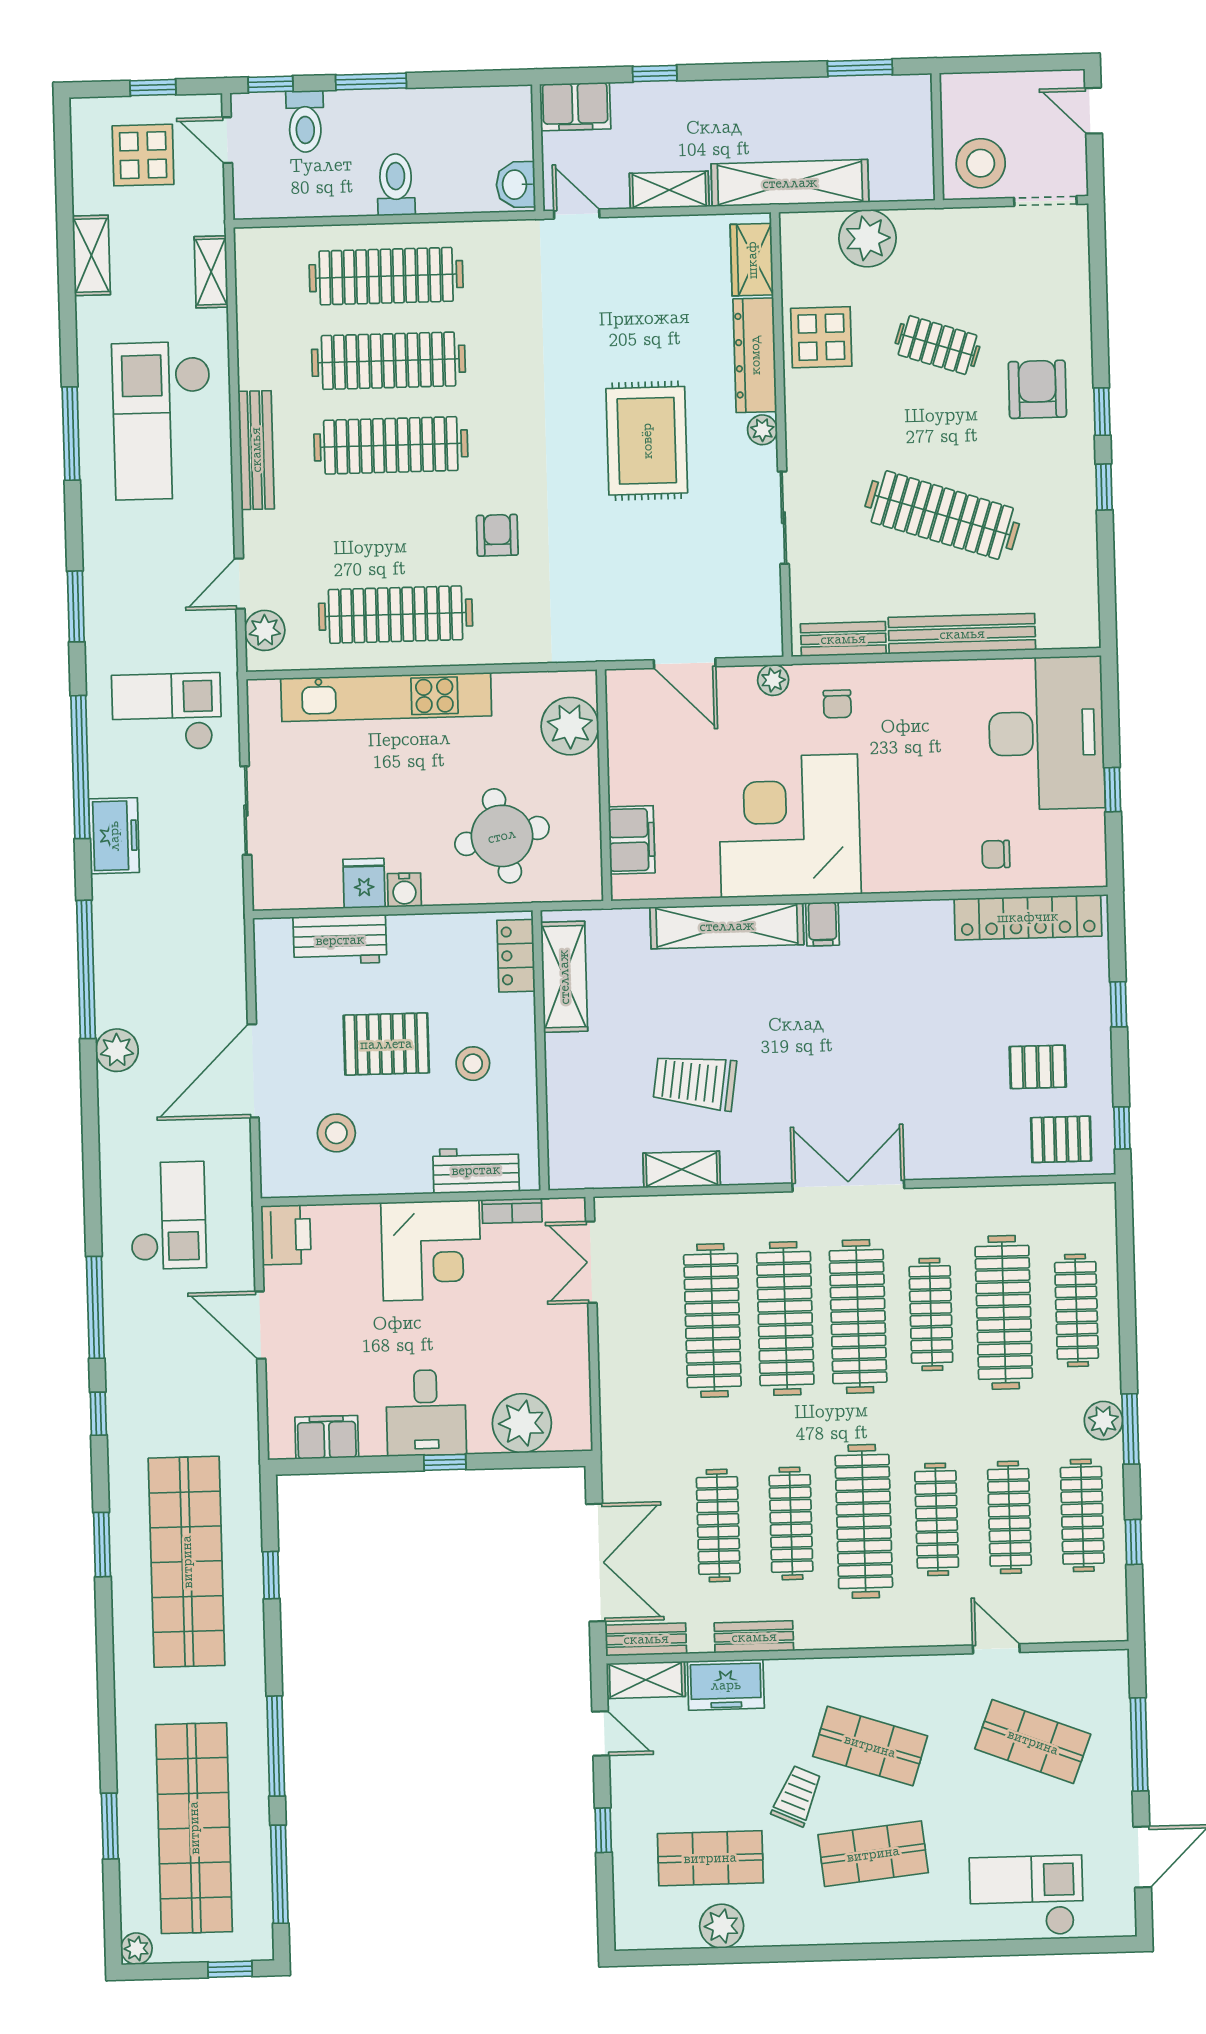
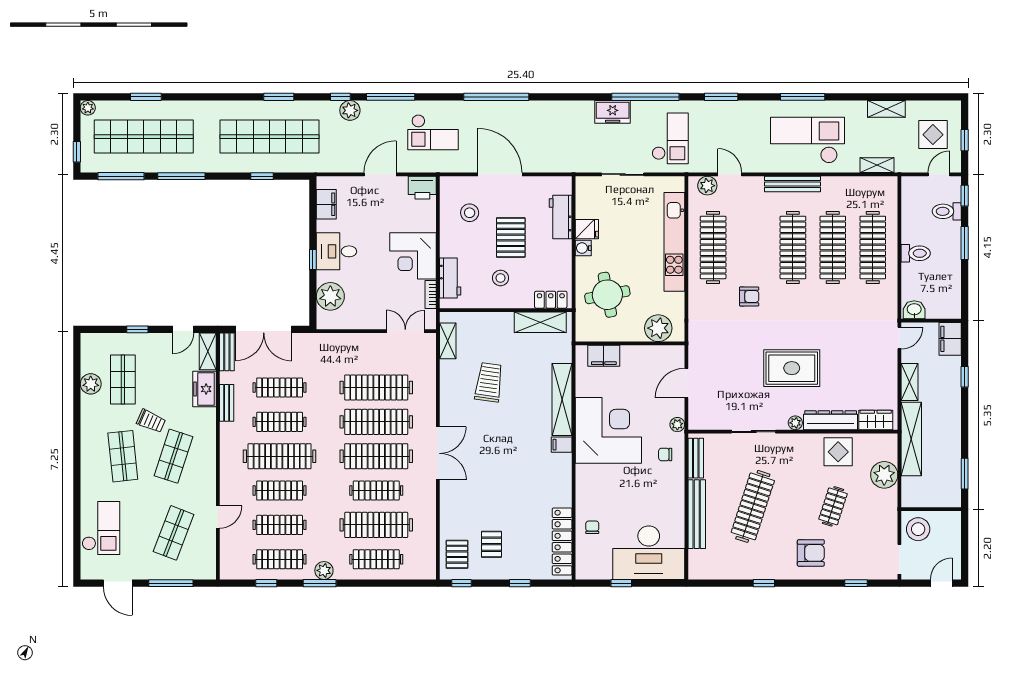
window: (1102, 412) -> (856, 583), moved
window: (86, 969) -> (496, 97), moved
plant: (117, 1050) -> (350, 110), moved
shelving: (682, 1169) -> (448, 341), moved

